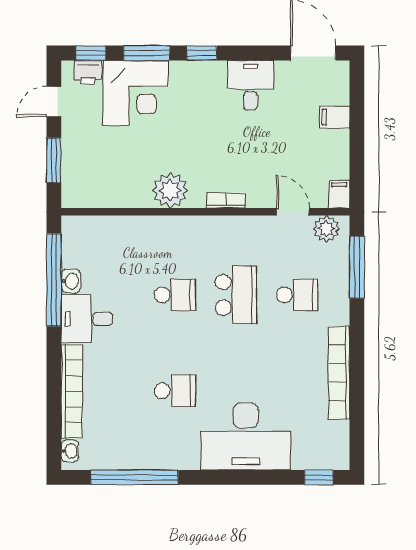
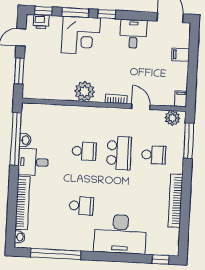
corner desk: (136, 93) -> (81, 36), moved
door: (293, 212) -> (141, 107), moved

